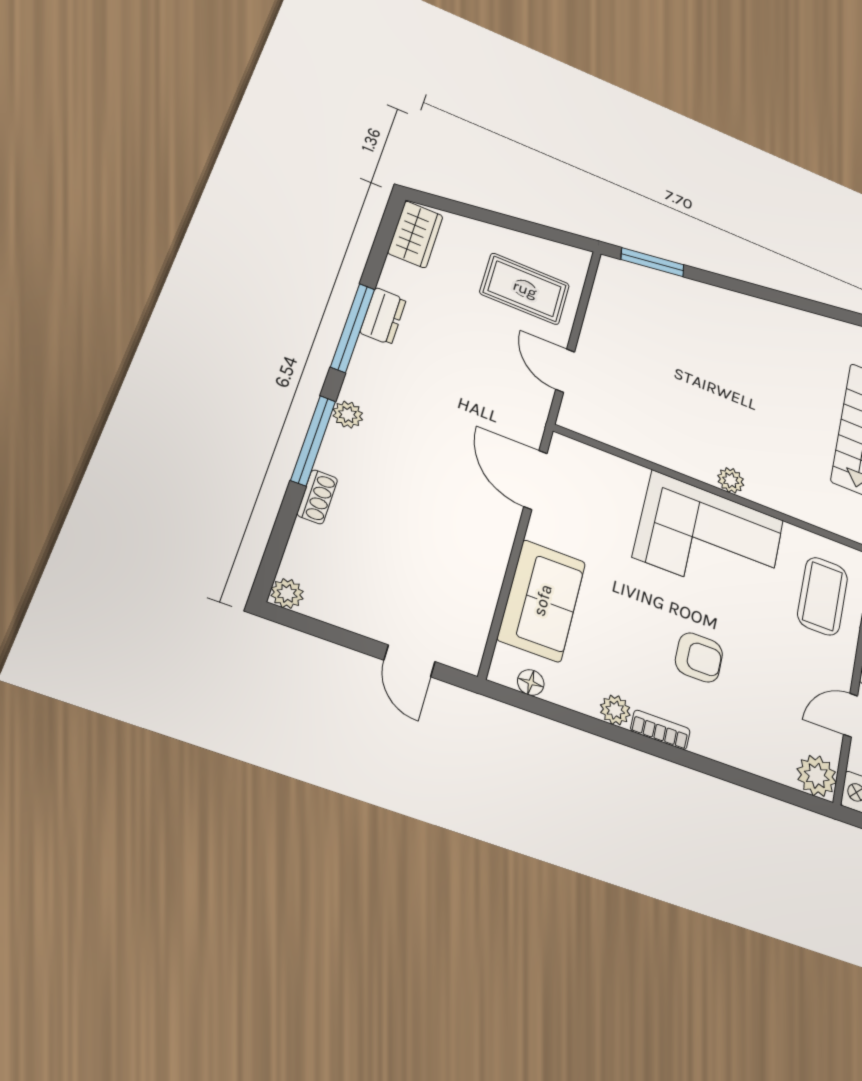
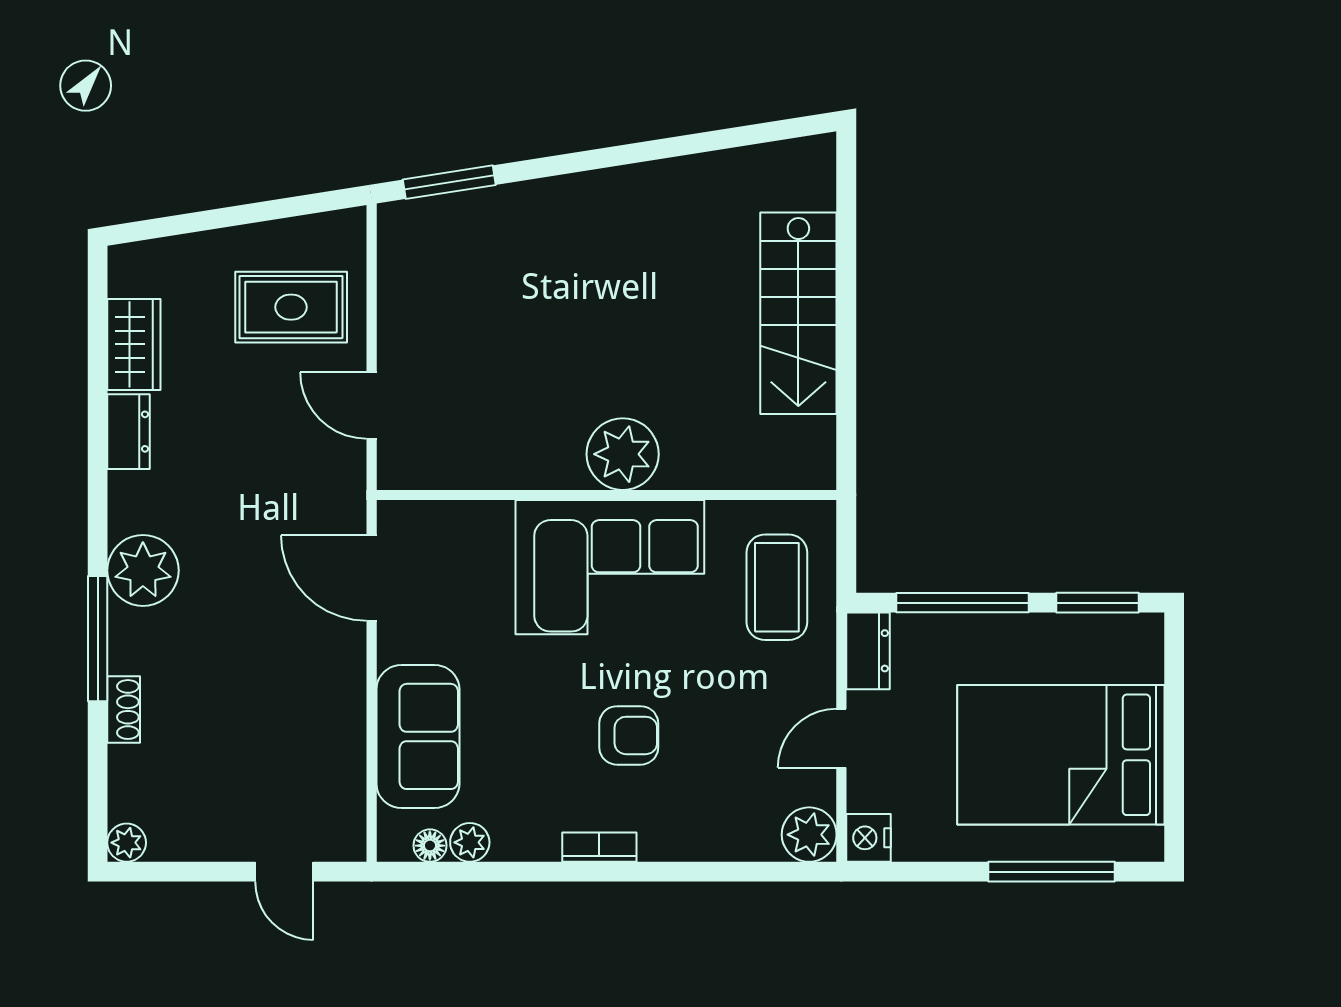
wardrobe: (415, 234) -> (134, 344), moved
window: (353, 328) -> (98, 465), removed
plant: (348, 415) -> (143, 570), width x1.87, depth x1.87
plant: (731, 480) -> (623, 454), width x1.88, depth x1.88
plant: (615, 710) -> (470, 842), moved

